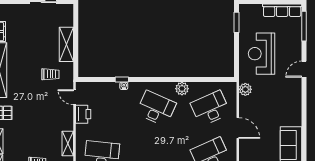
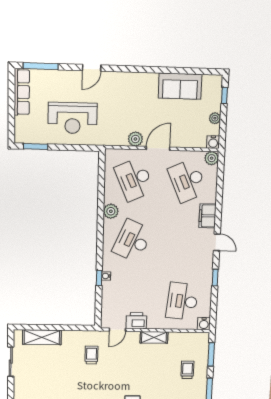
shelving: (66, 44) -> (42, 337), moved
door: (304, 69) -> (92, 68), hinge flipped
plant: (245, 89) -> (135, 139), moved
shelving: (68, 143) -> (154, 337), moved

